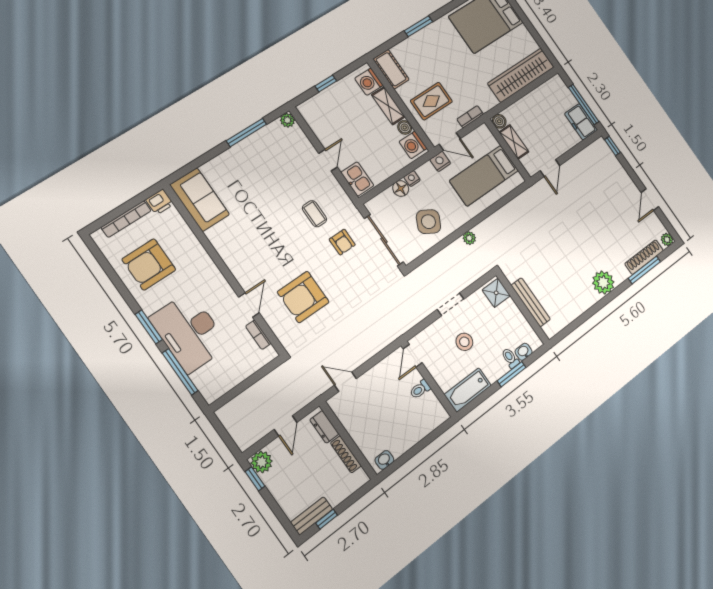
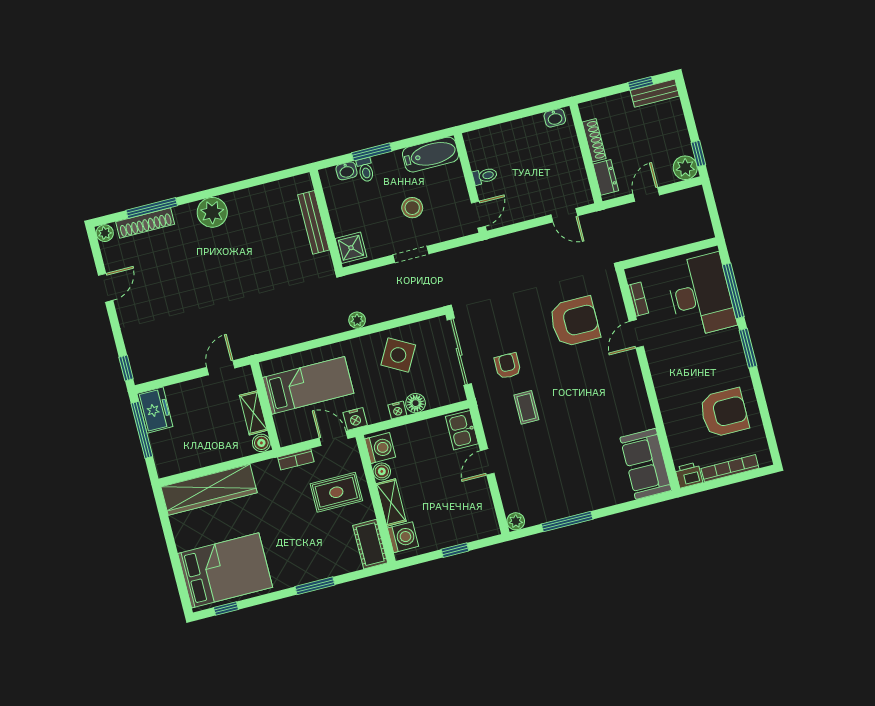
desk: (189, 332) -> (701, 295), moved

